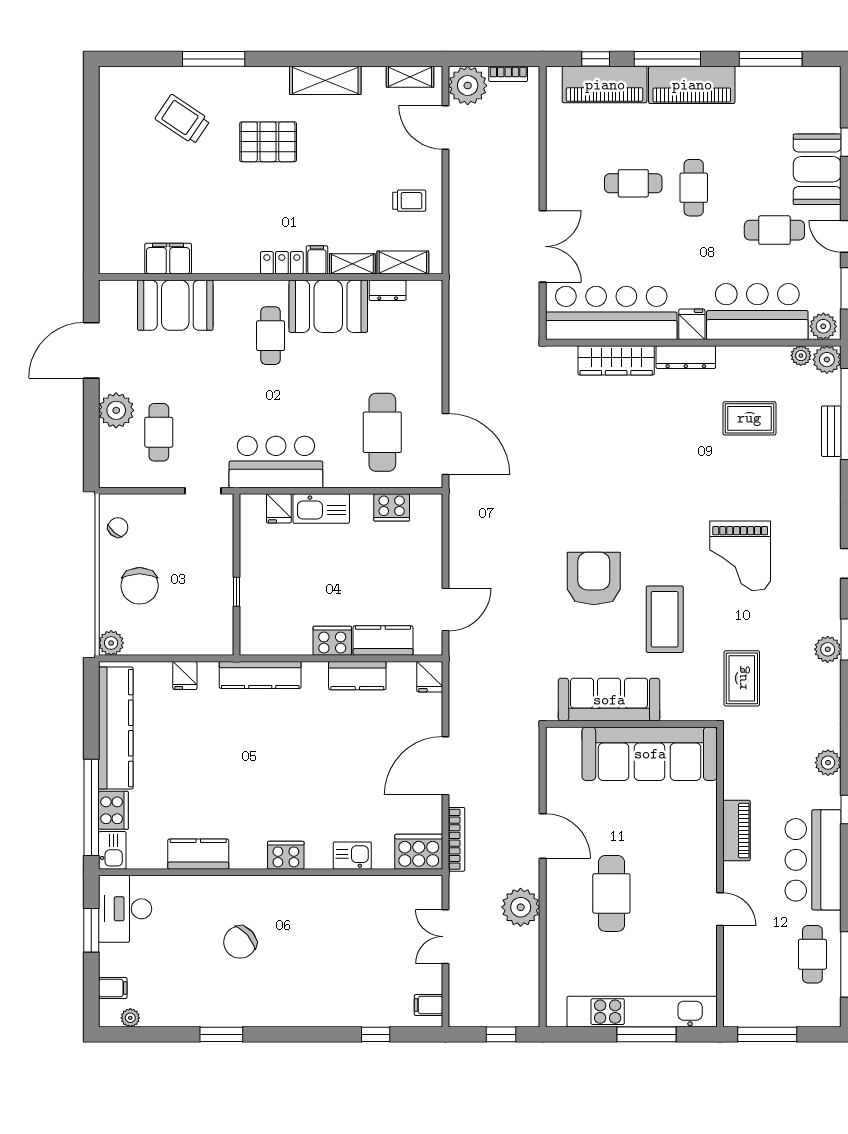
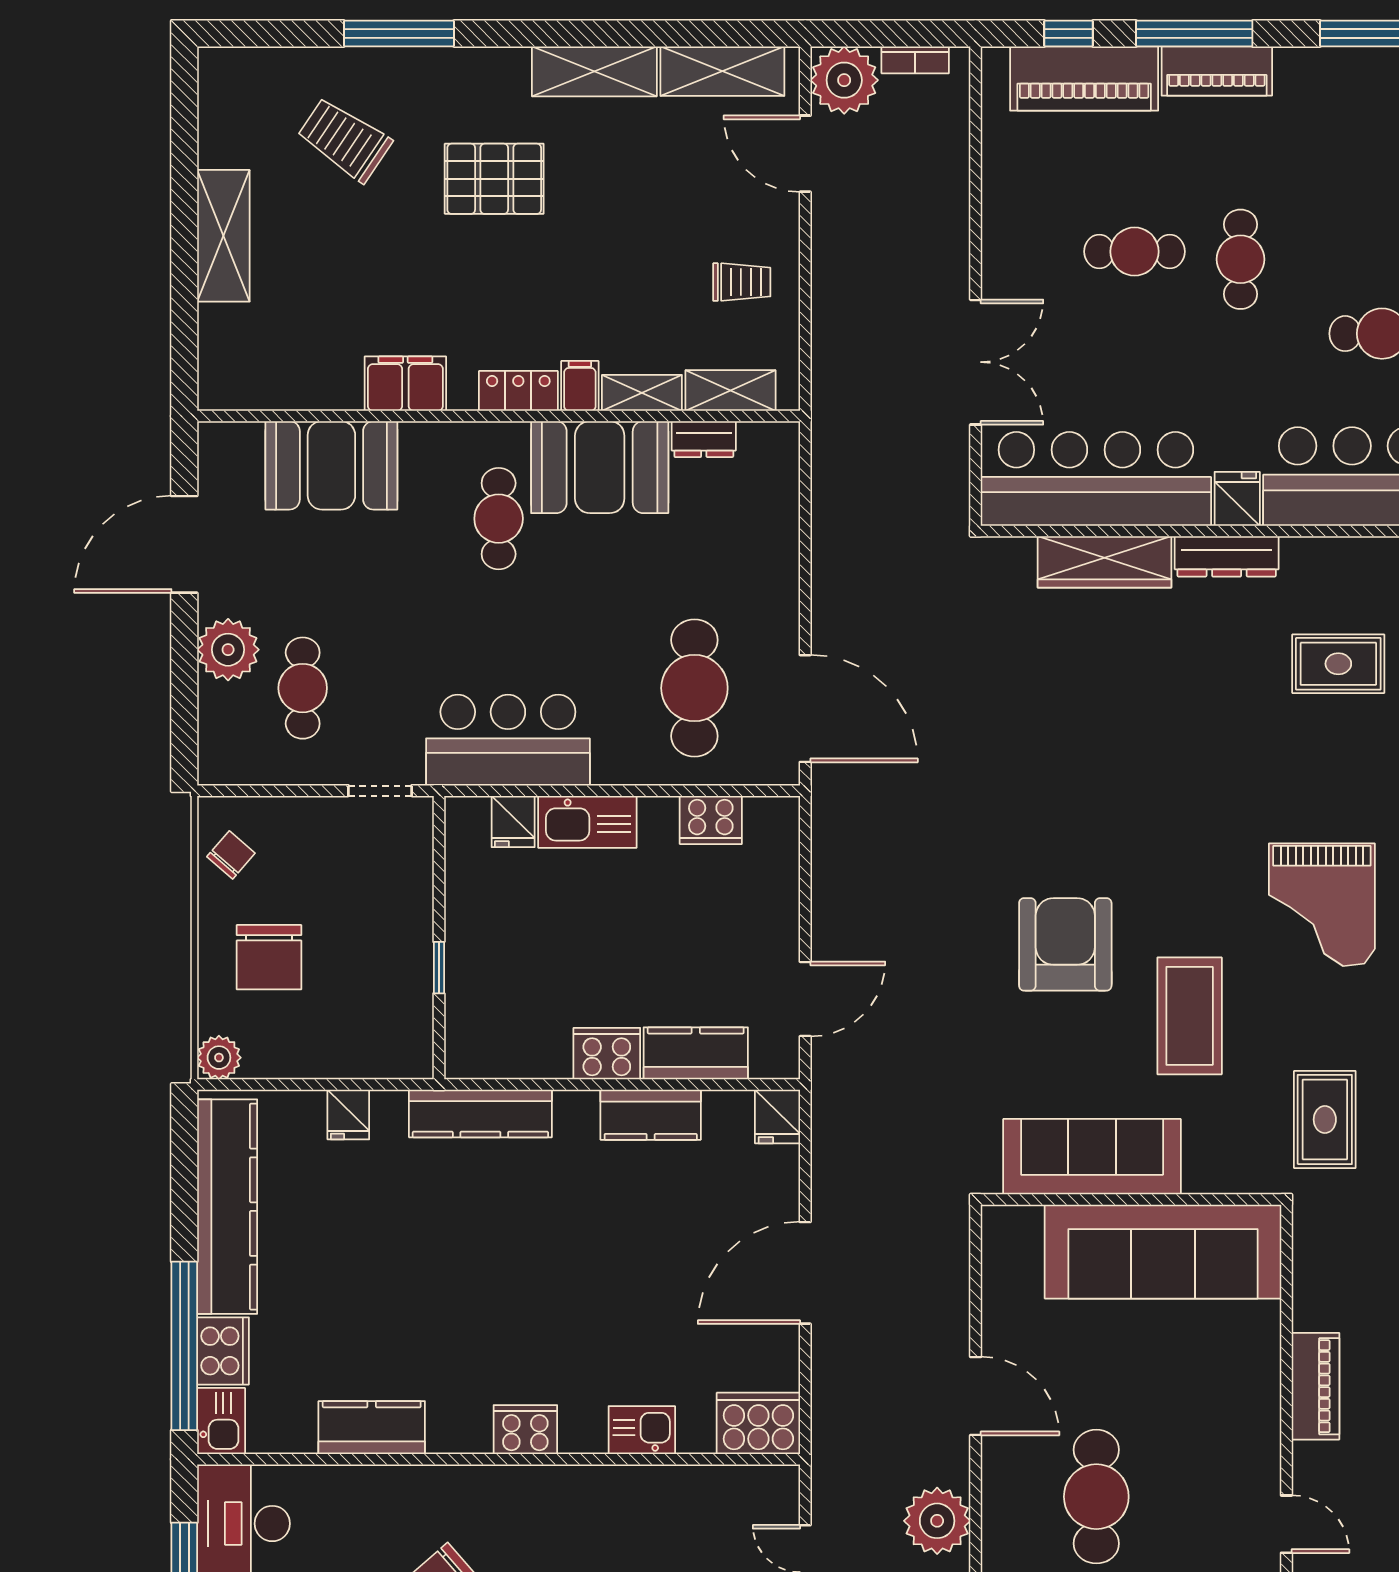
shelving: (410, 77) -> (722, 71), width x1.50, depth x1.33
piano: (692, 85) -> (1217, 71), width x0.73, depth x0.75
shelving: (114, 174) -> (223, 236), added
filing cabinet: (168, 259) -> (405, 384), moved
bookcase: (457, 839) -> (825, 1402), removed

